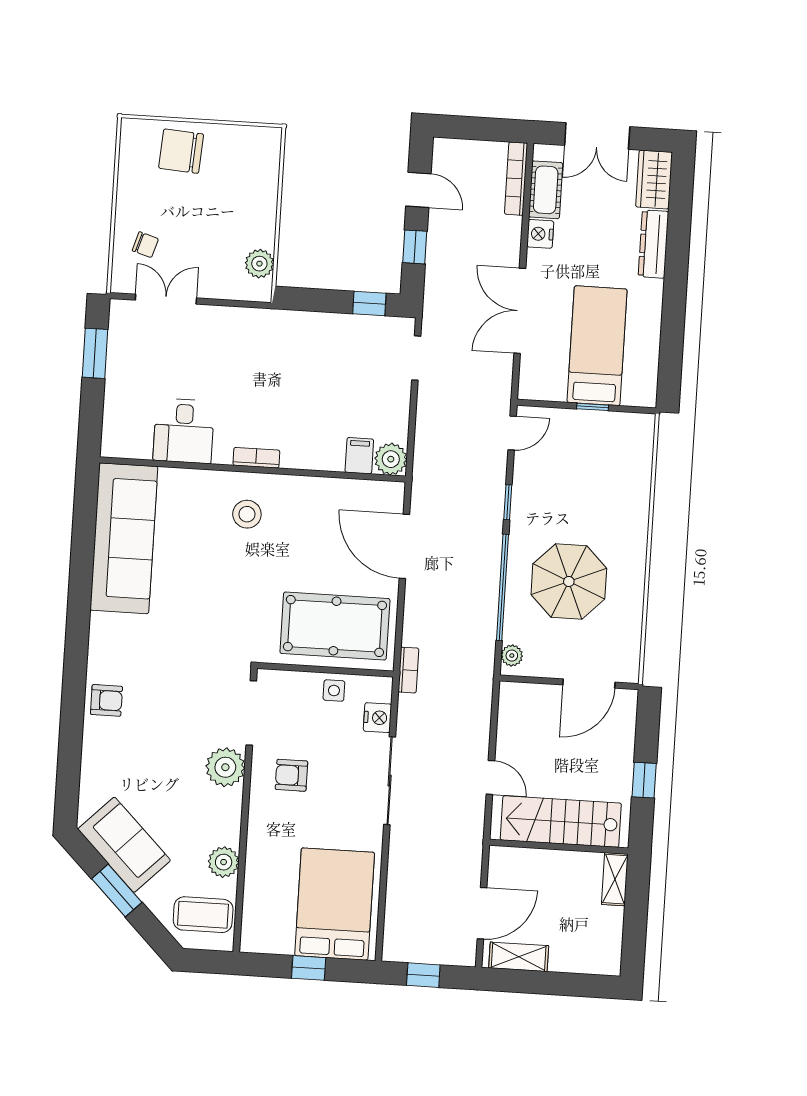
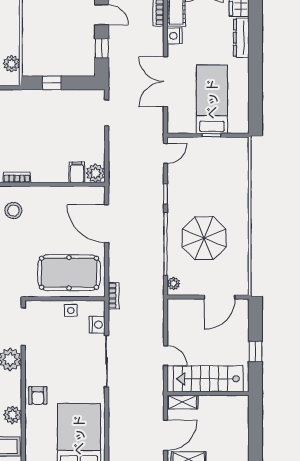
window: (369, 303) -> (52, 83), moved
armchair: (291, 775) -> (38, 395), moved, turned -90
shelving: (615, 879) -> (182, 402), moved, turned 90

